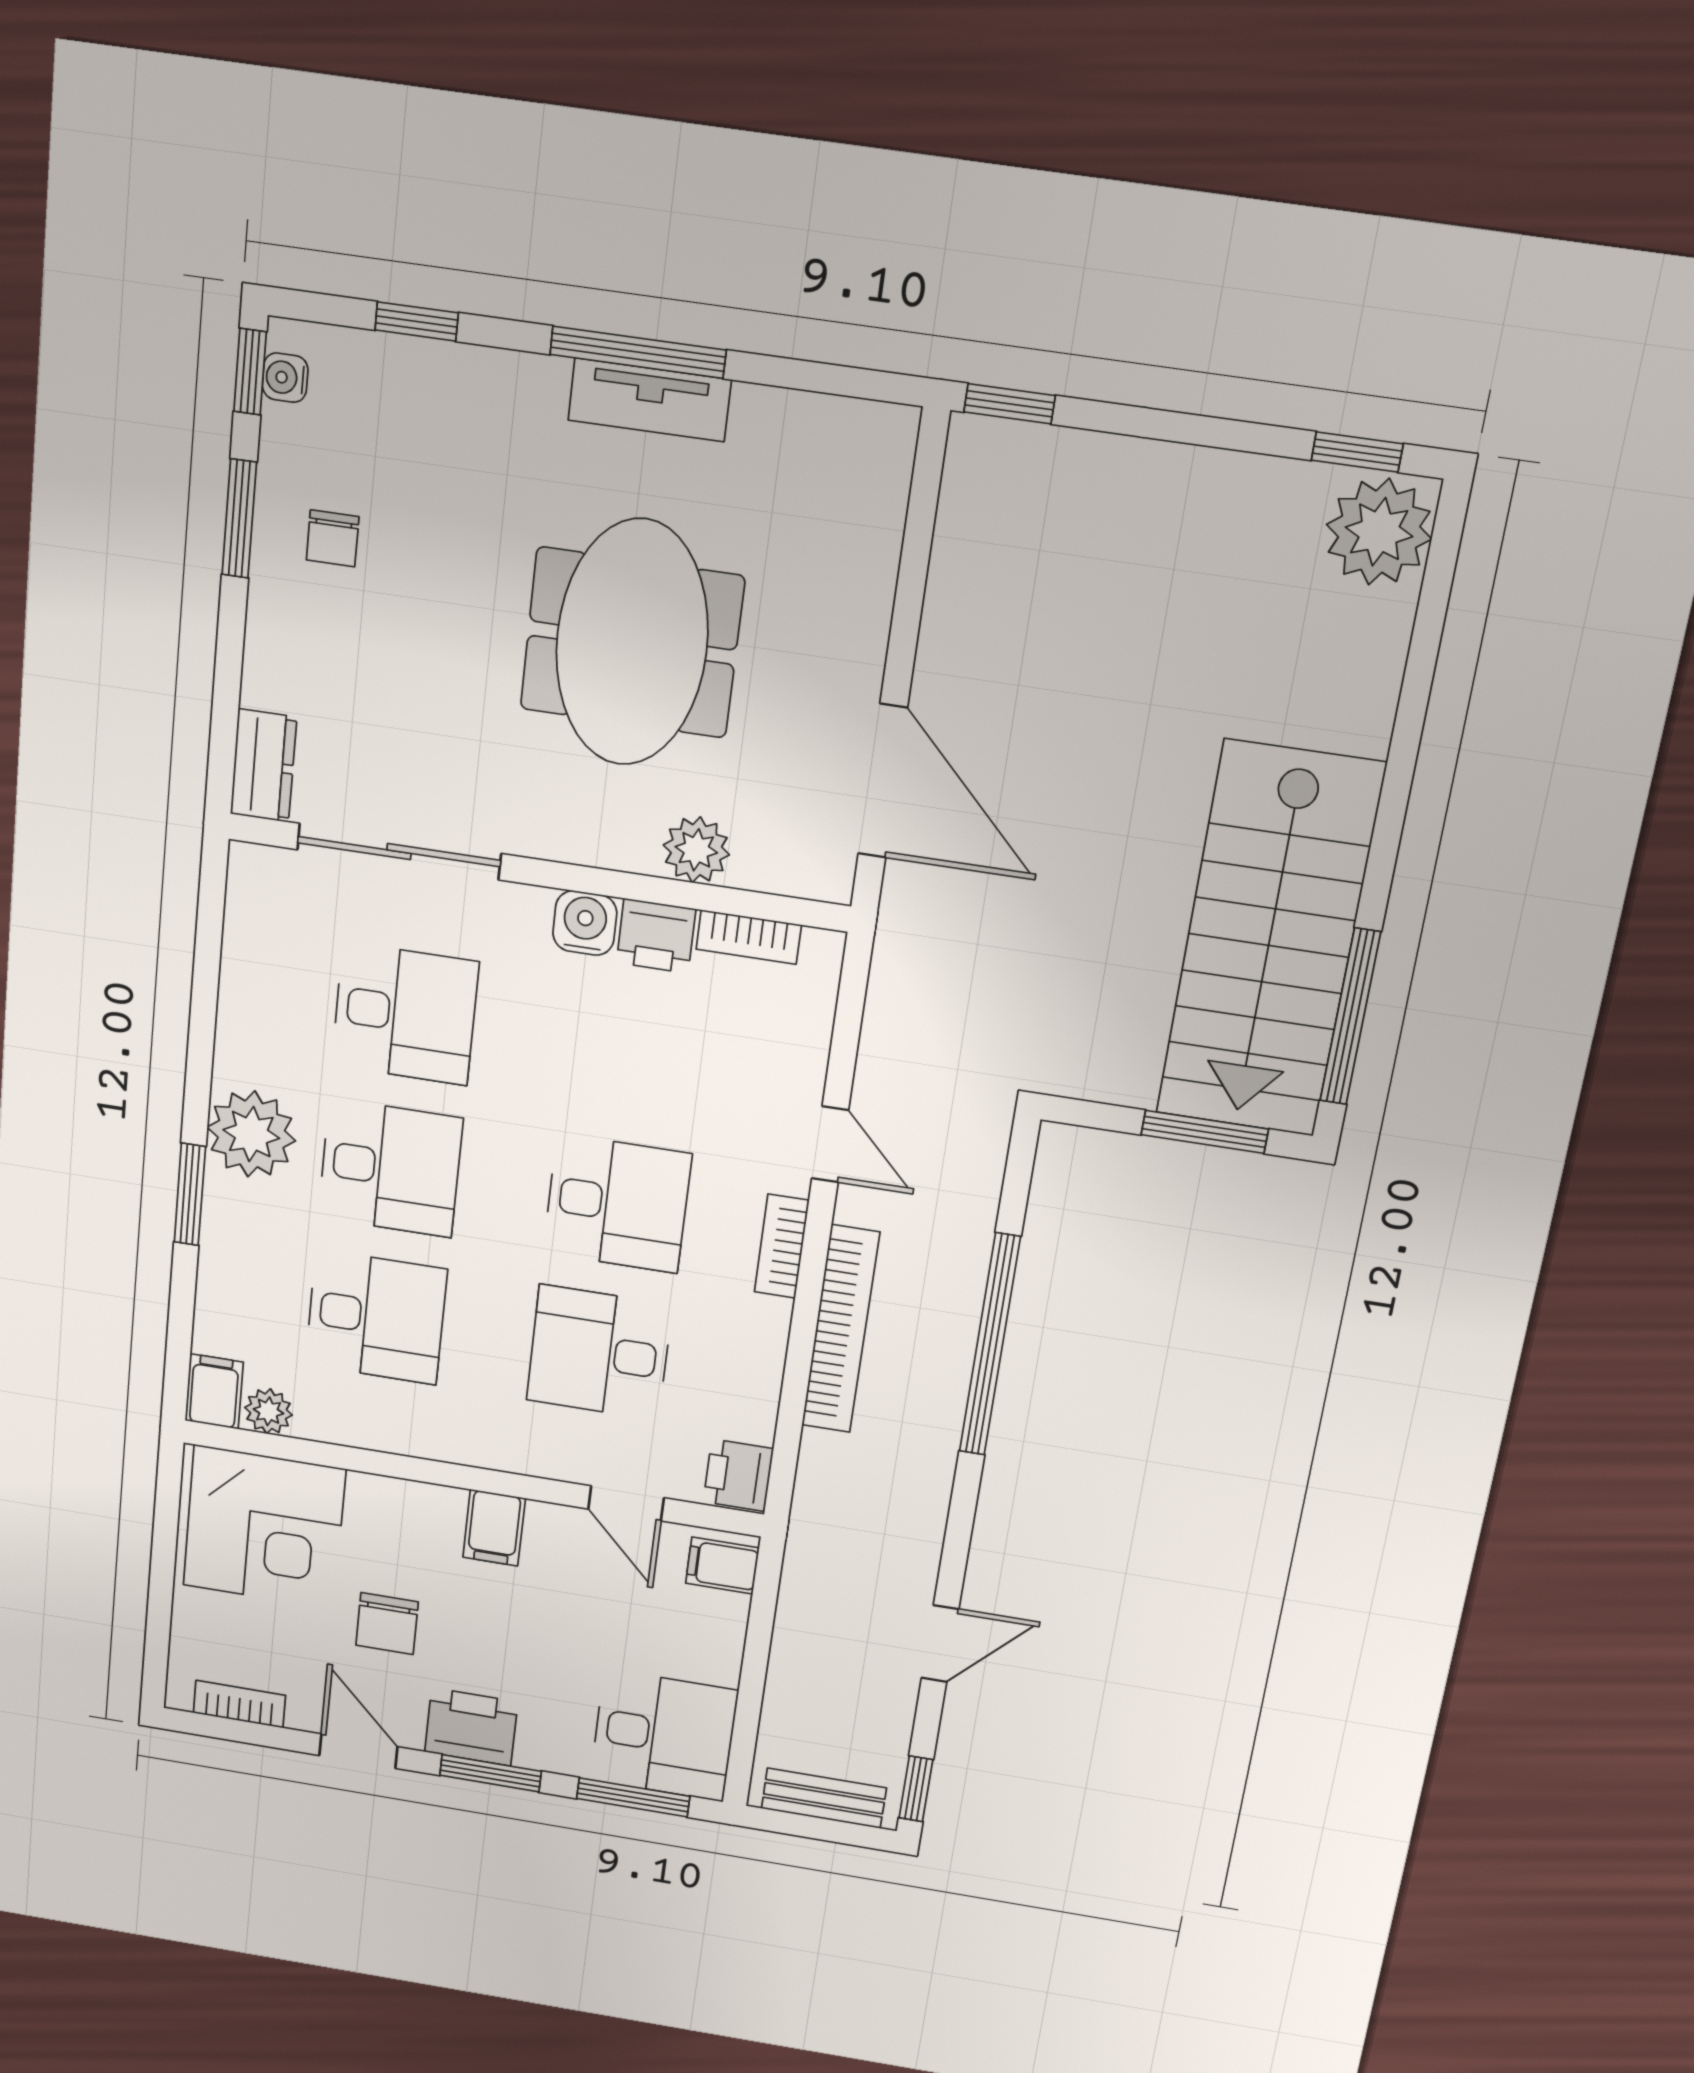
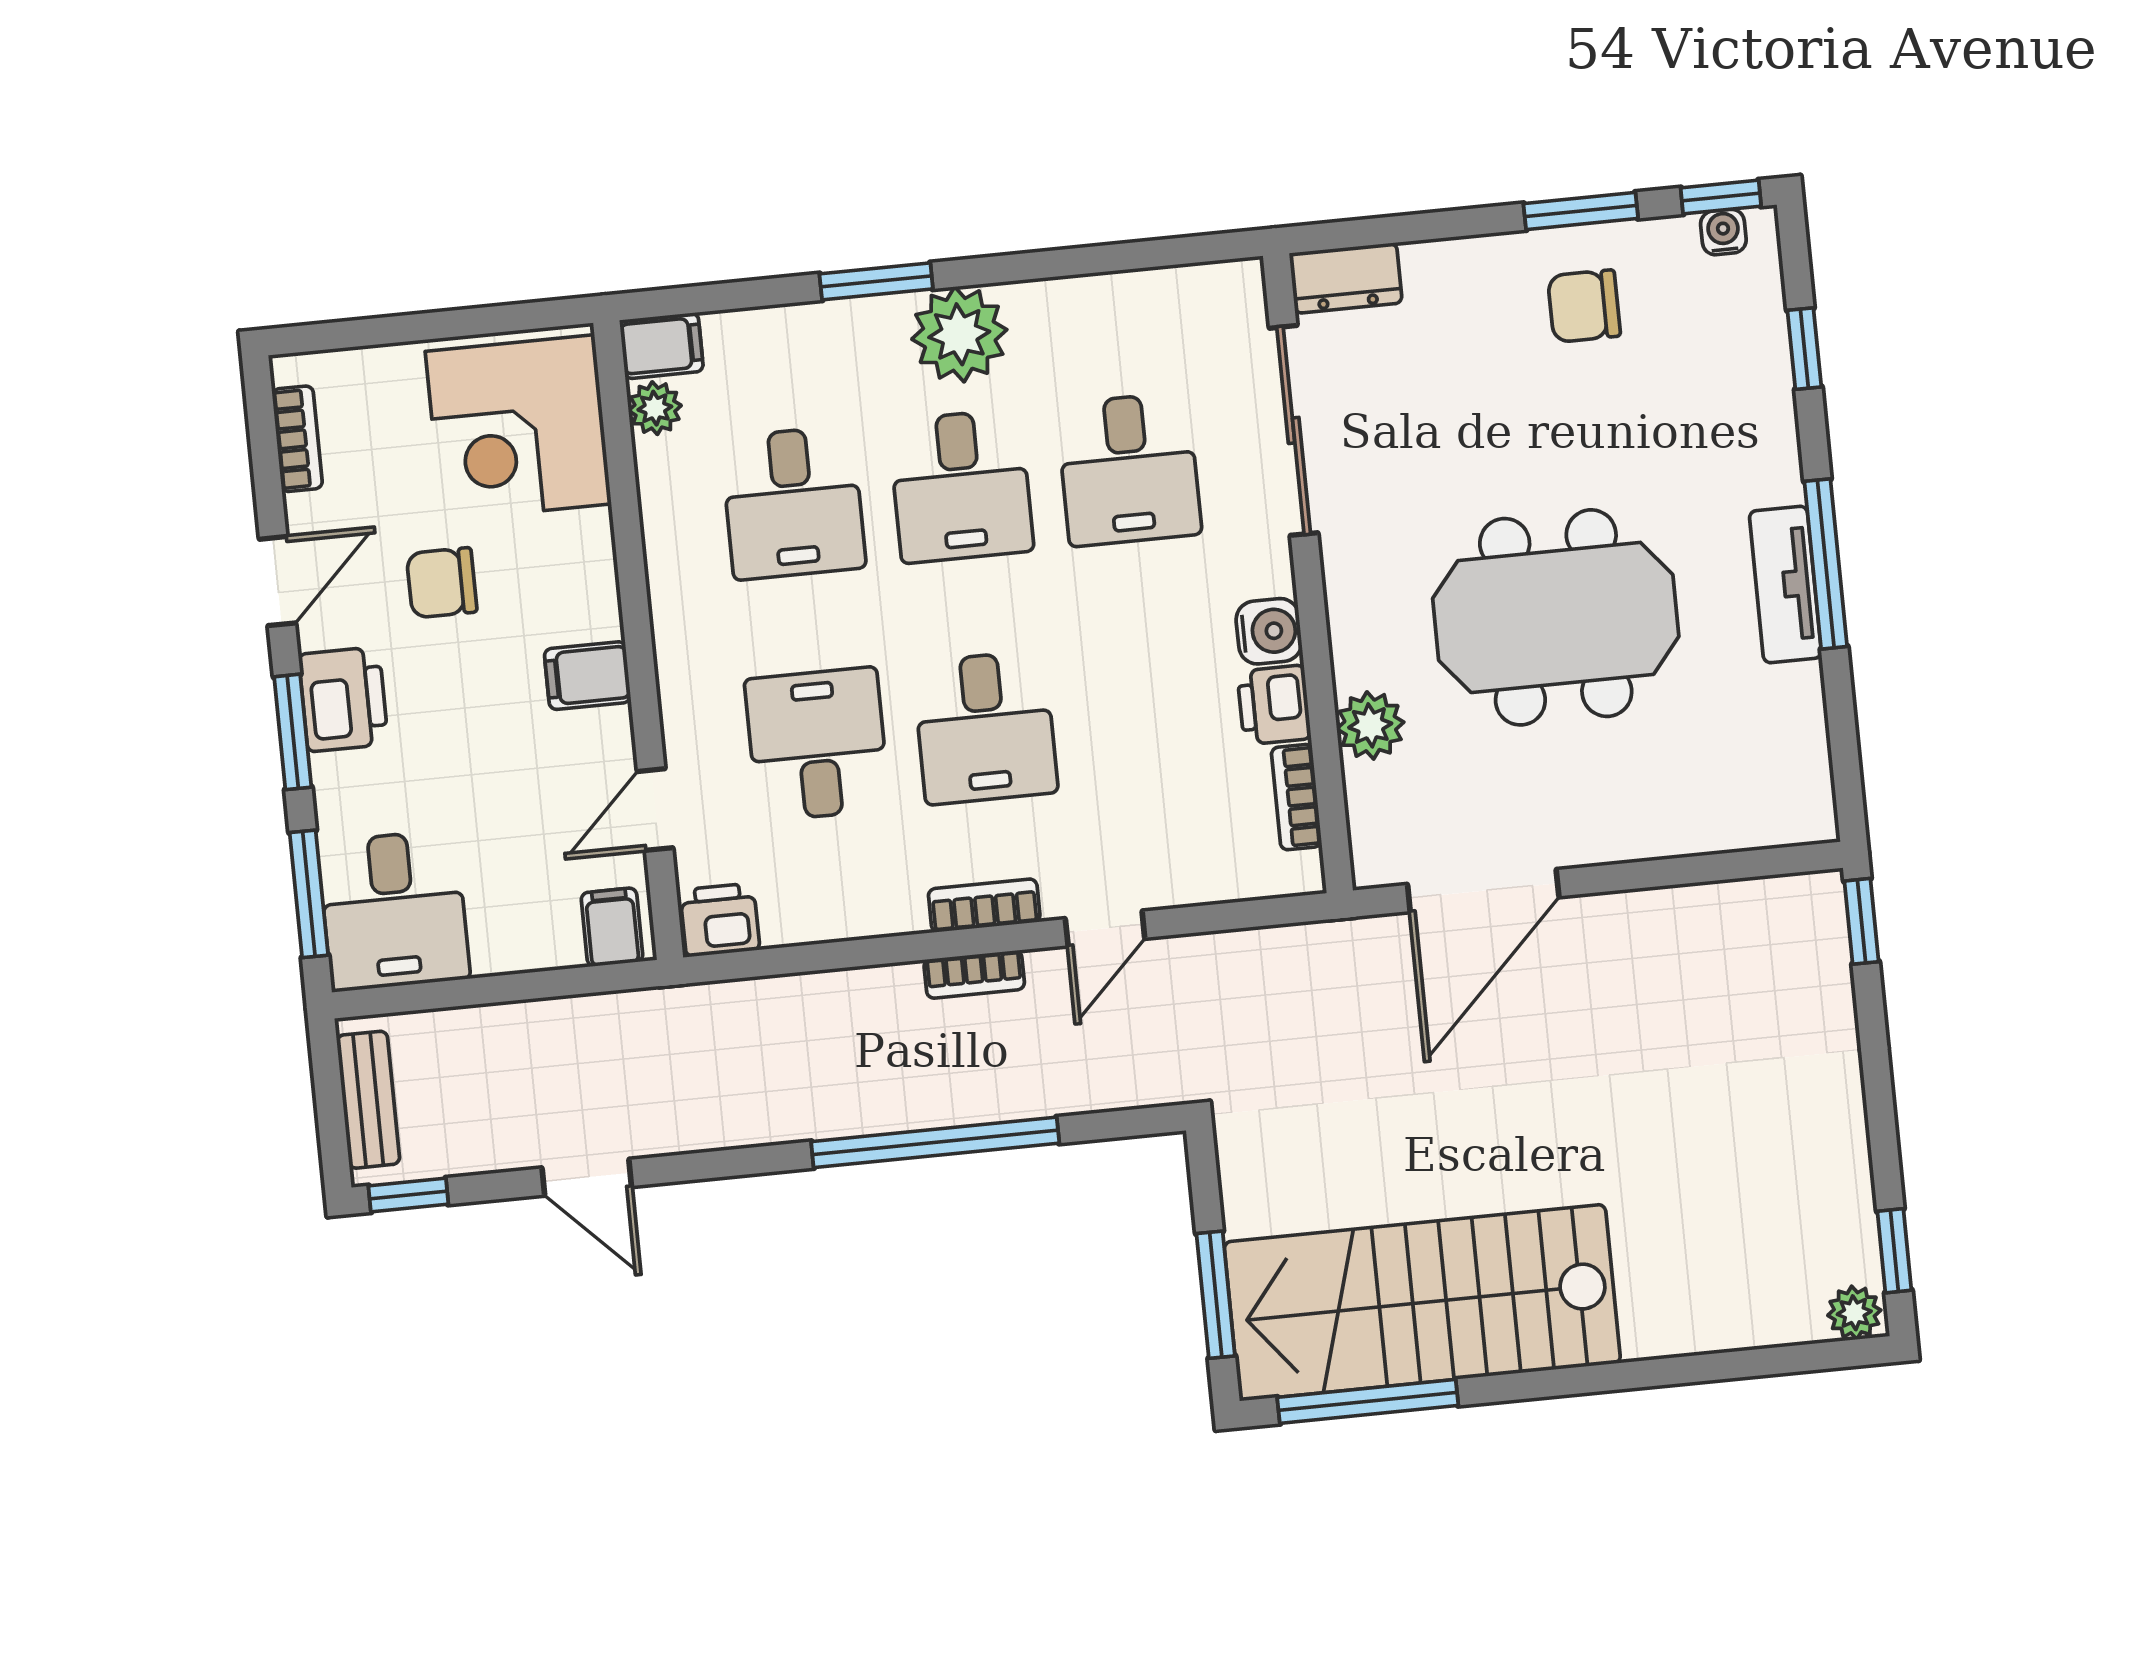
plant: (1379, 532) -> (1854, 1313), width x0.53, depth x0.53
chair: (333, 538) -> (1584, 306), width x1.37, depth x1.37
bookcase: (841, 1329) -> (974, 974), width x0.43, depth x0.76

